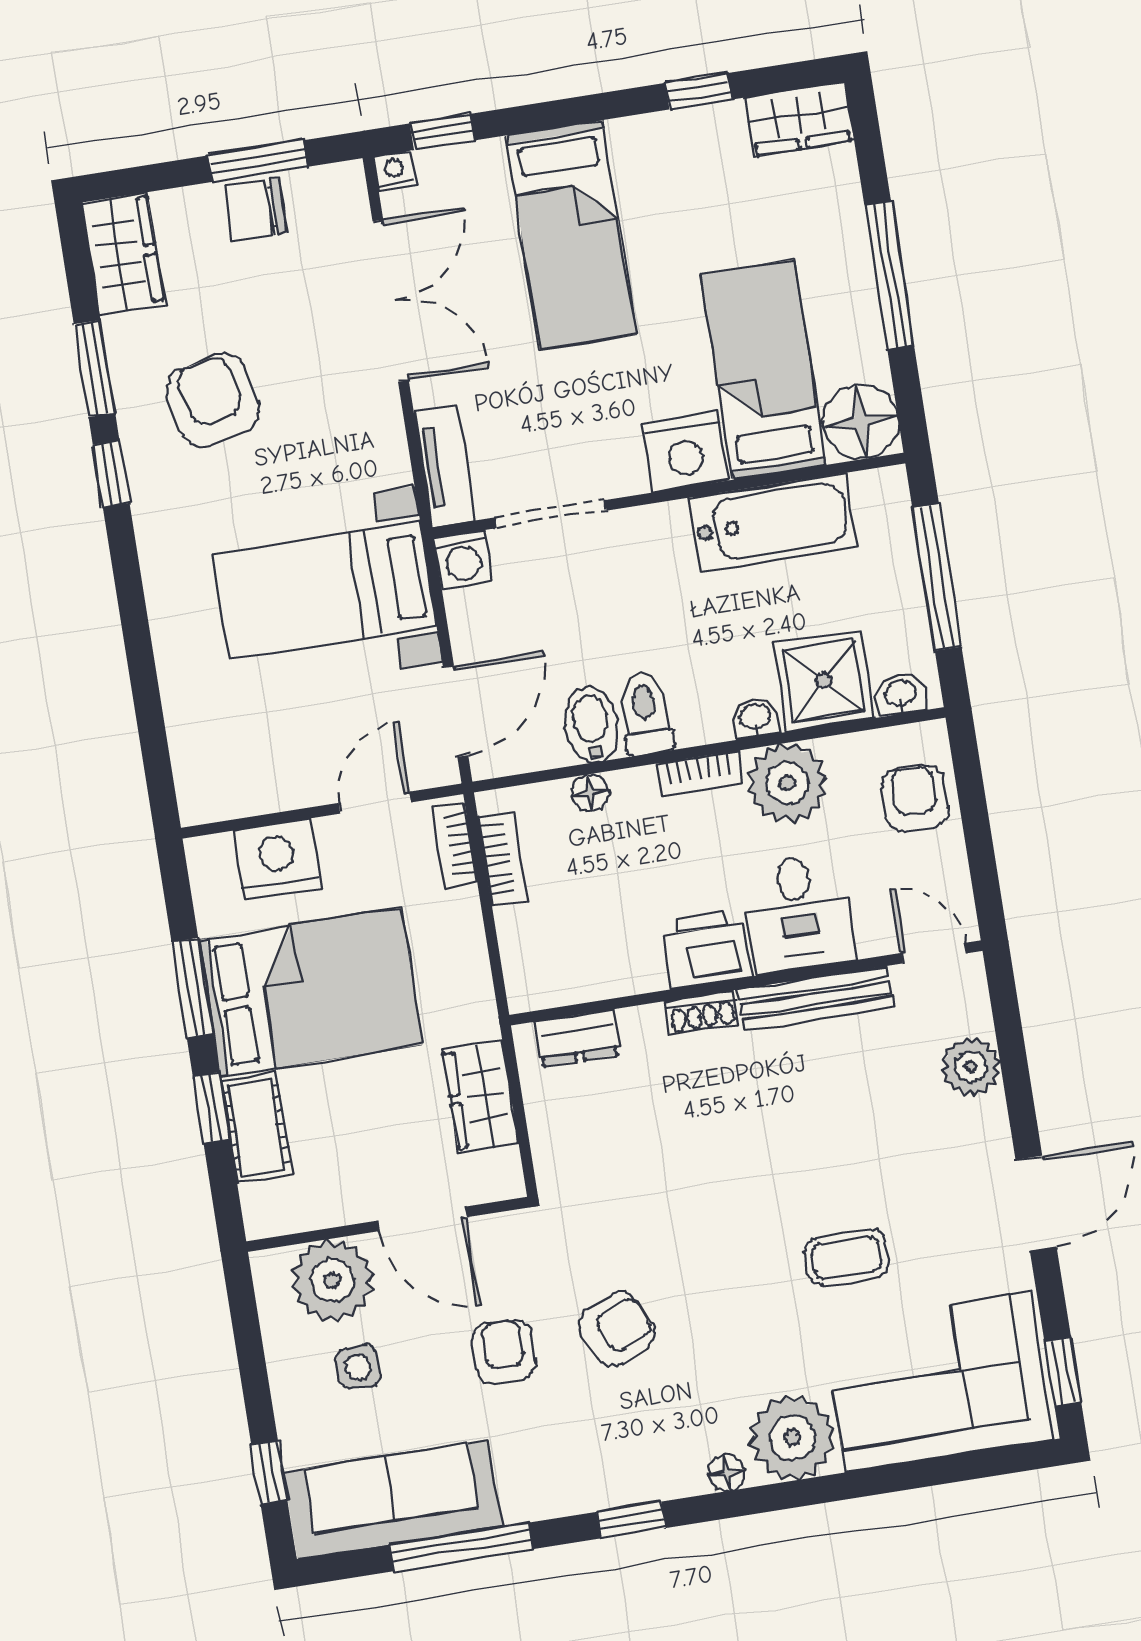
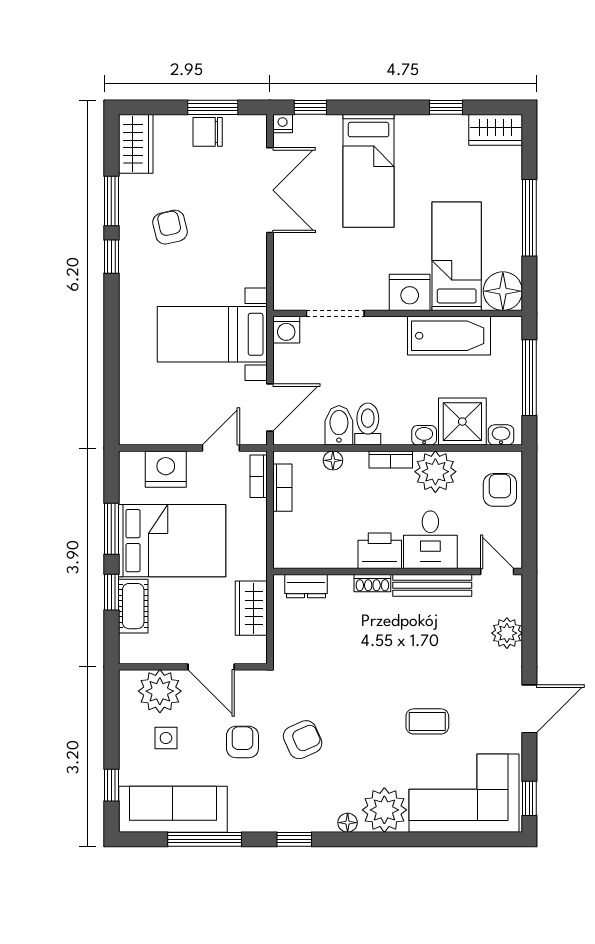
armchair: (213, 400) -> (170, 227), width x0.72, depth x0.72
tv unit: (445, 466) -> (284, 280), removed

